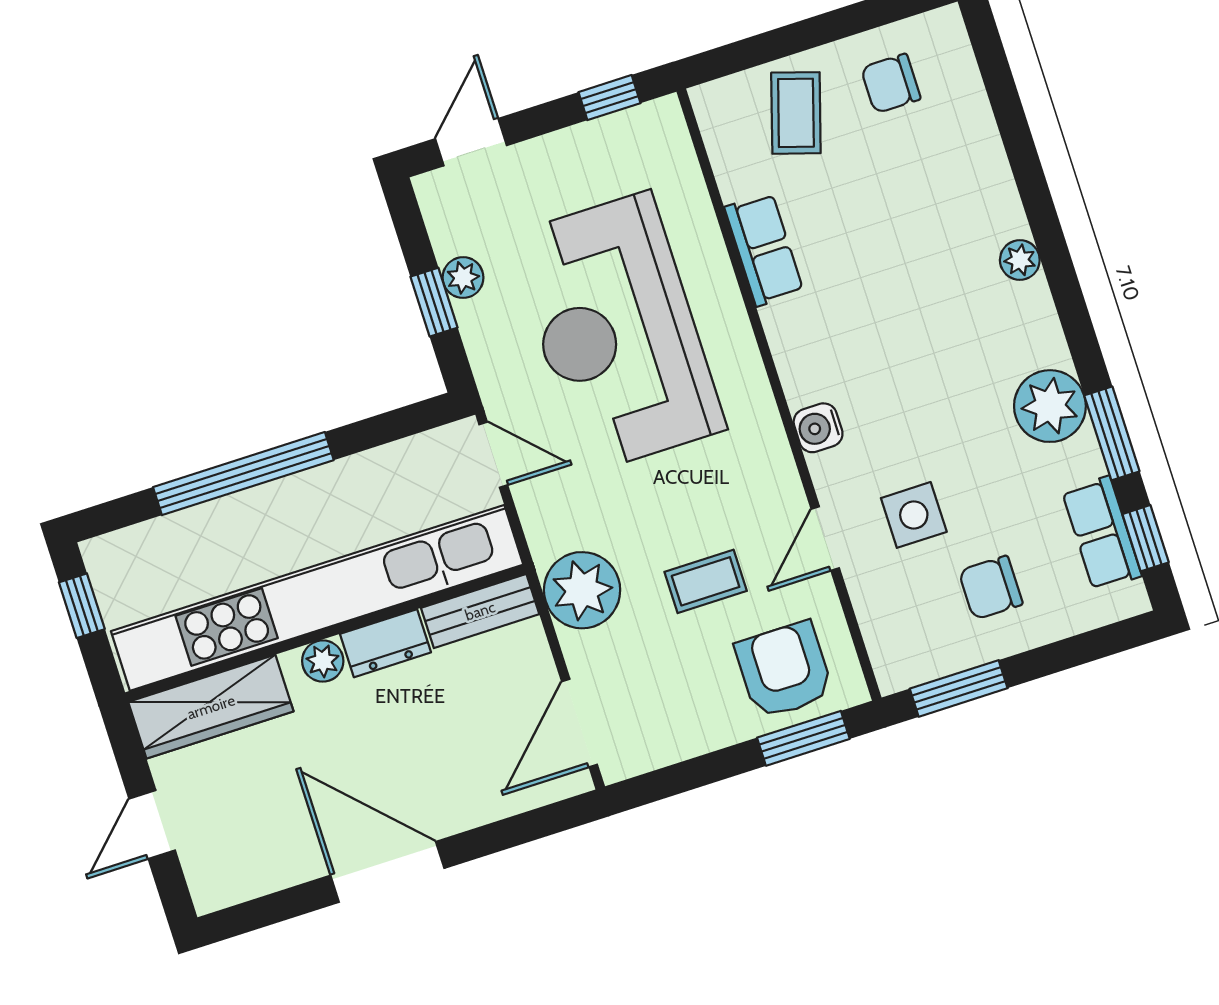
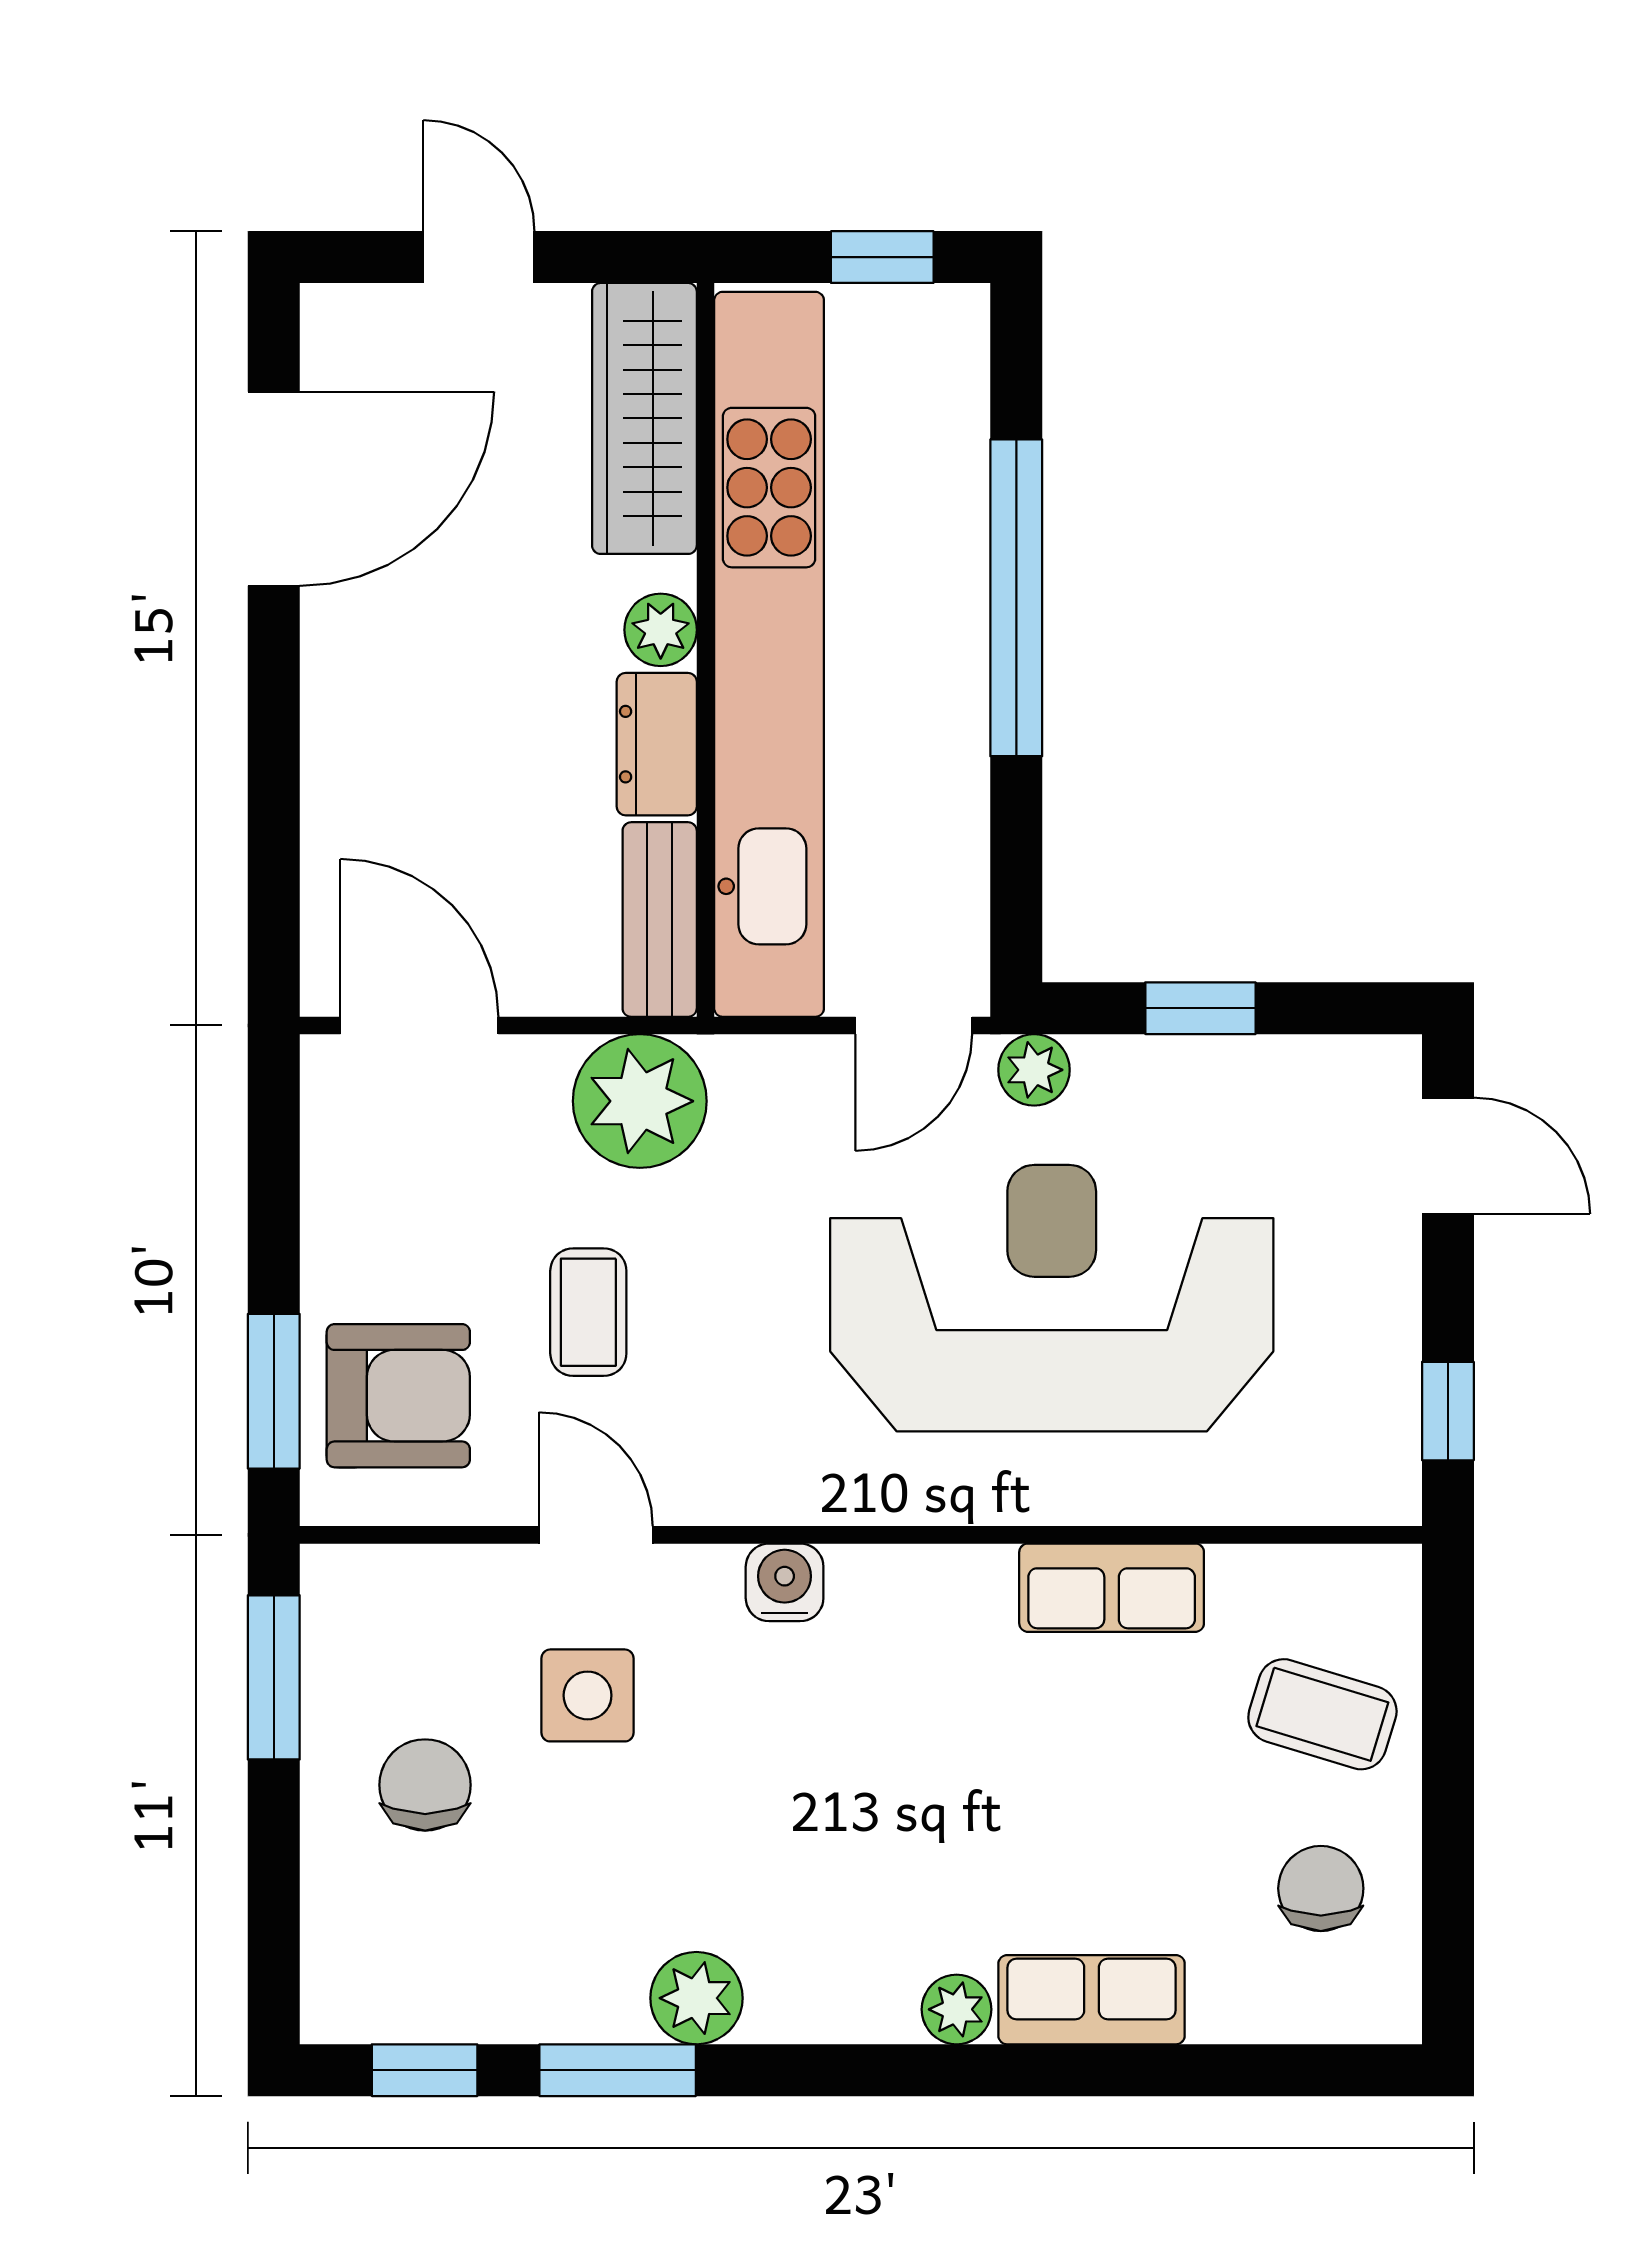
plant: (463, 278) -> (1034, 1070), moved
plant: (1050, 406) -> (696, 1998), width x0.73, depth x0.73
row of seats: (1102, 533) -> (1092, 2000), moved
door: (387, 872) -> (274, 489), moved

